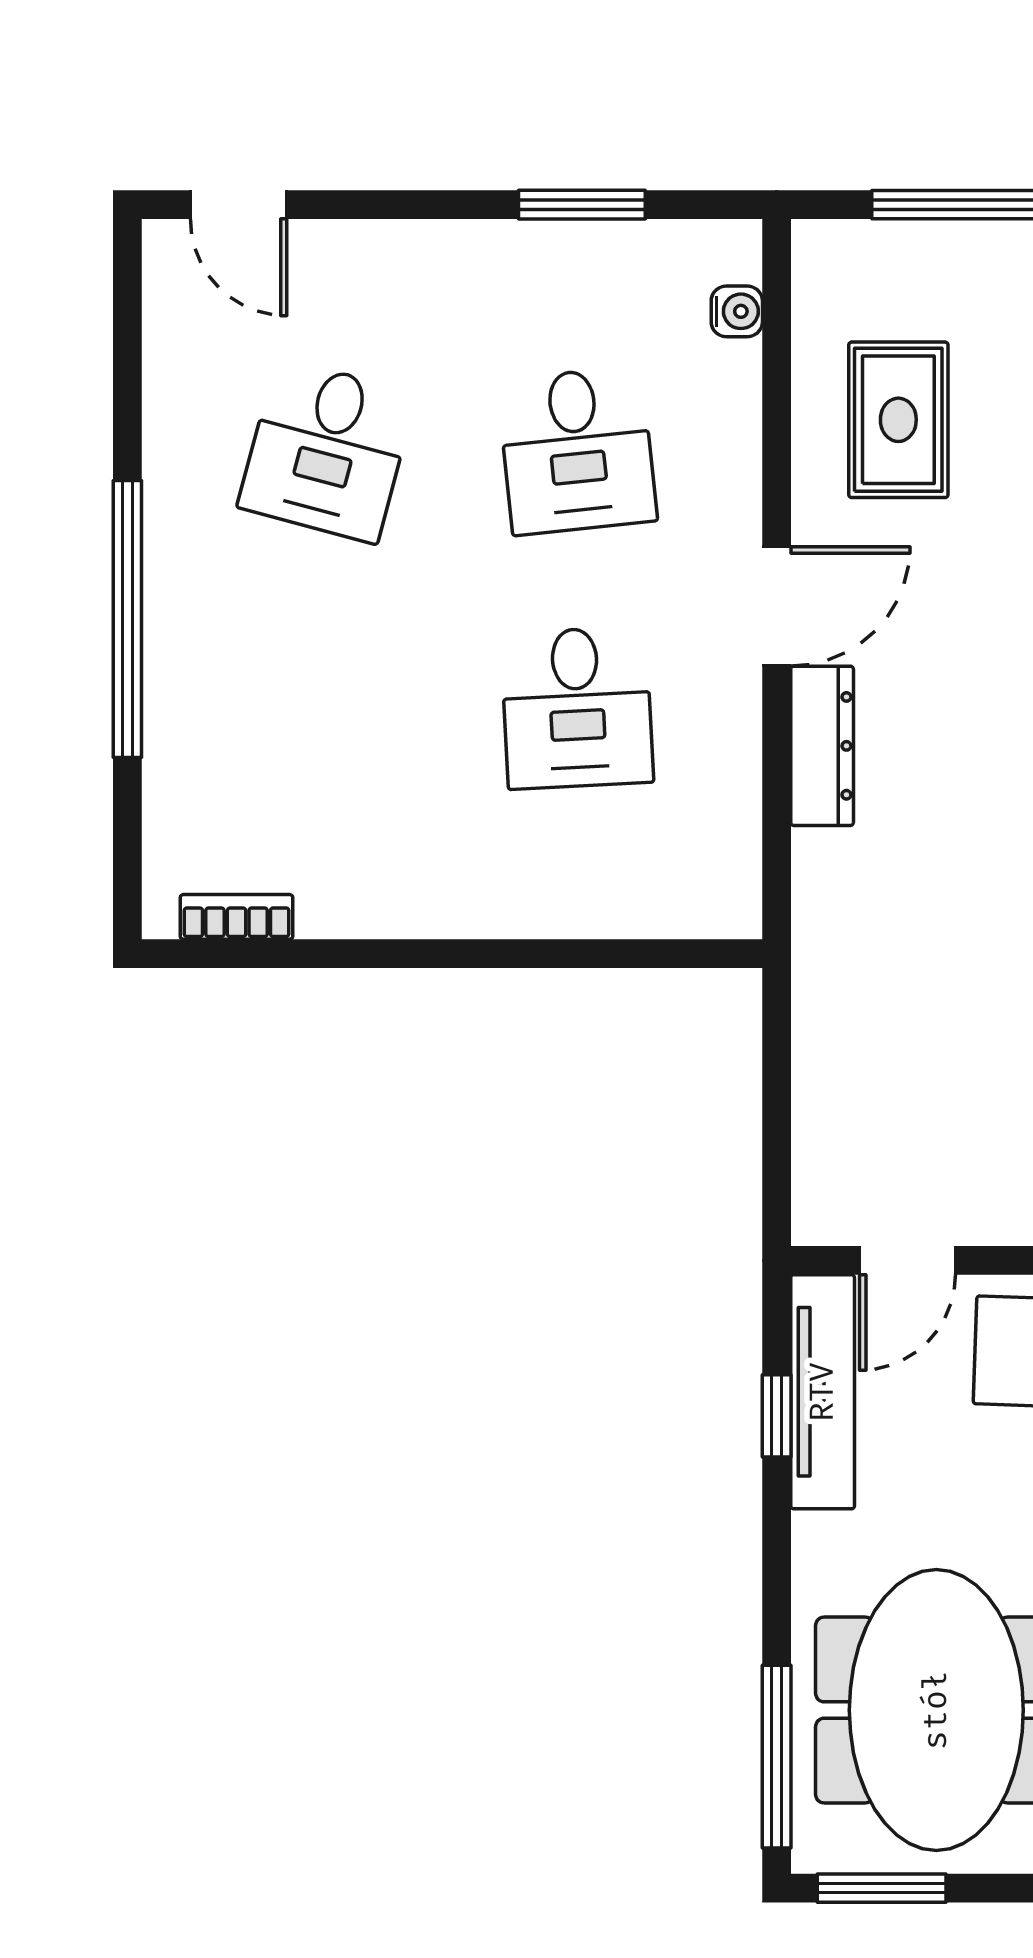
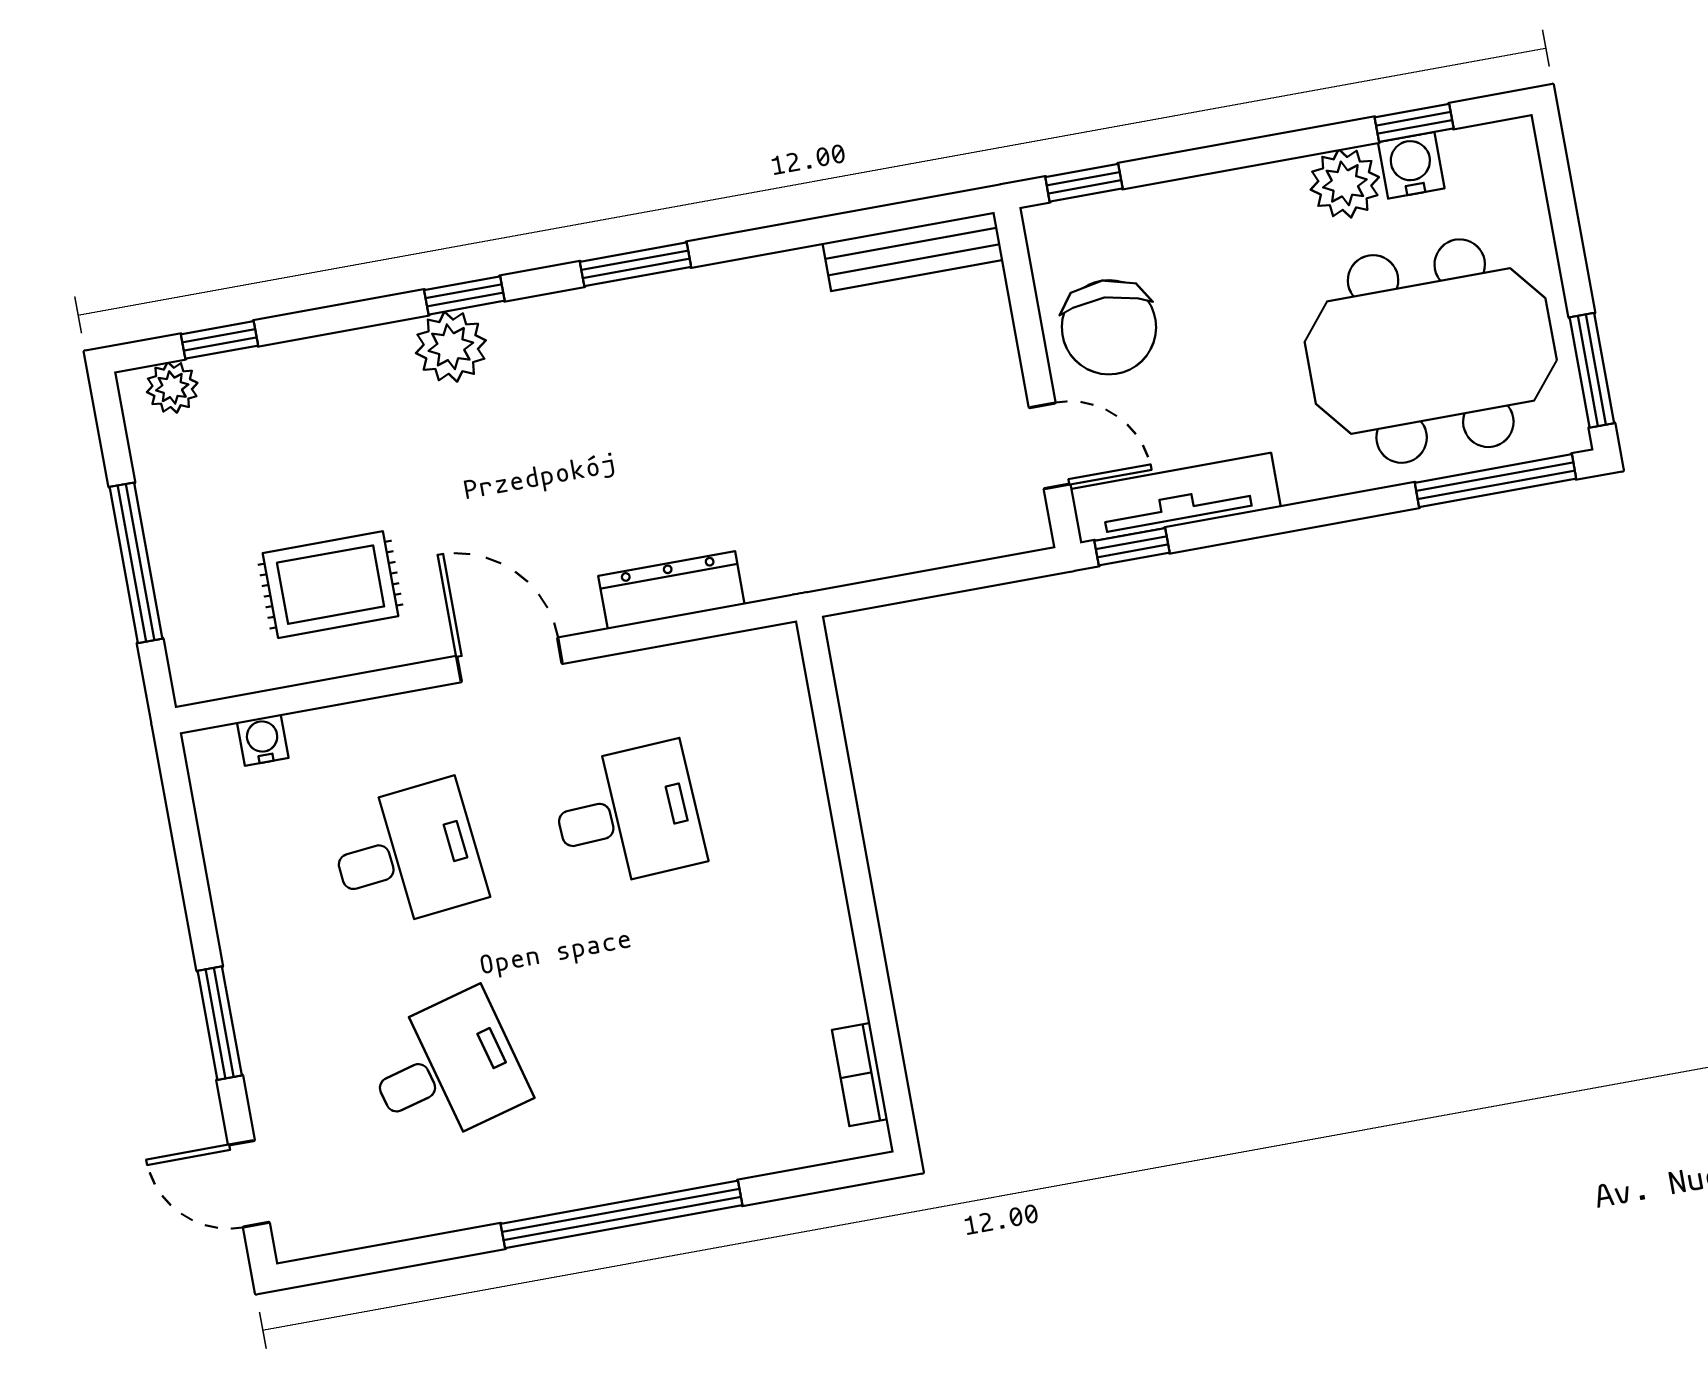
door: (239, 205) -> (249, 1184), swing flipped
window: (582, 205) -> (220, 1023), moved
desk: (327, 450) -> (446, 1070), turned -30
dresser: (822, 746) -> (671, 590), moved
window: (777, 1416) -> (1132, 547), moved

